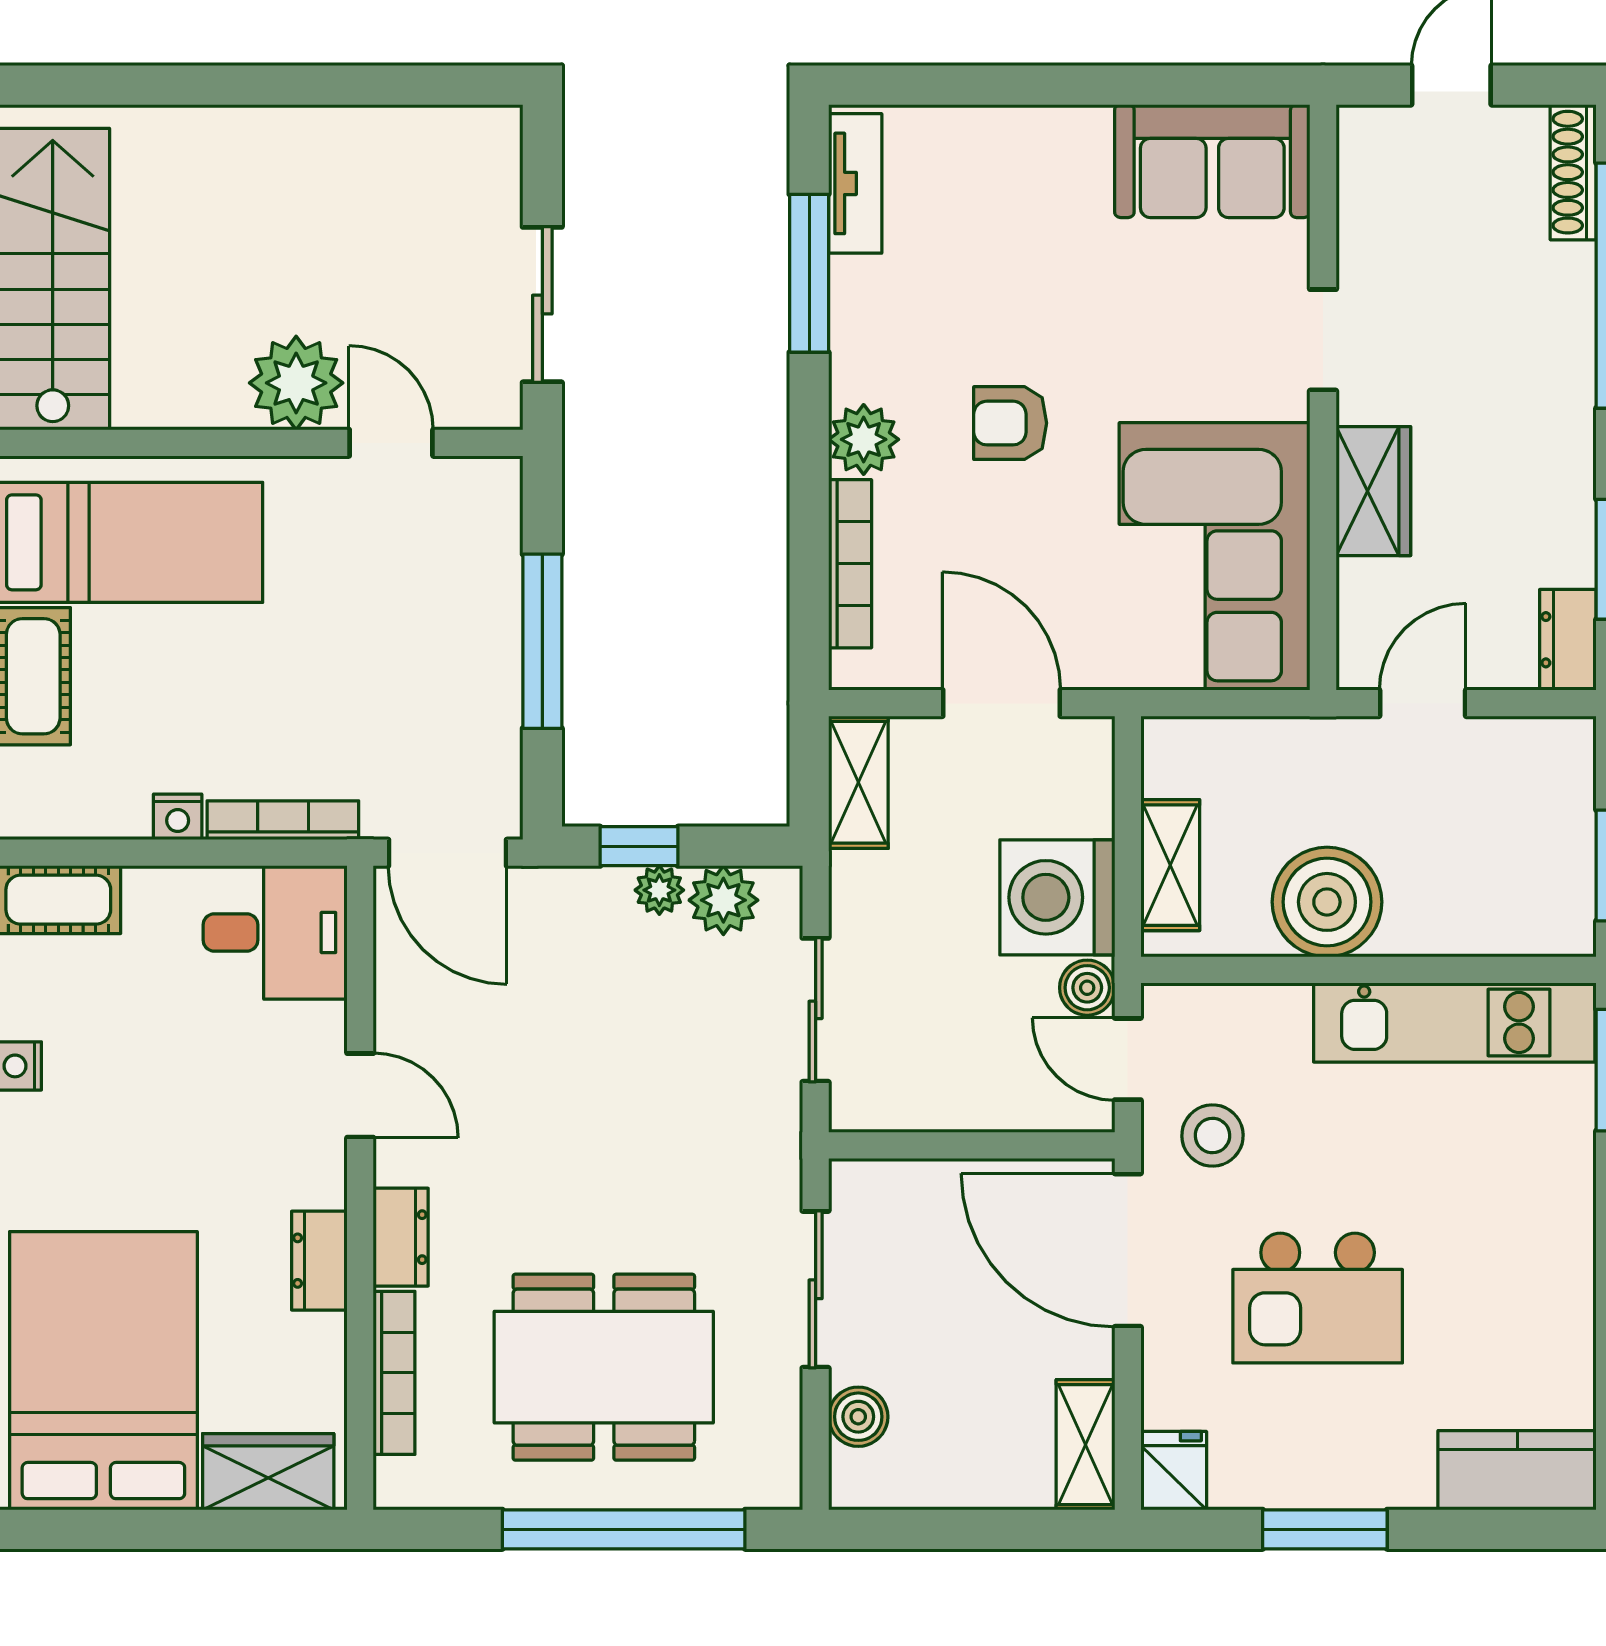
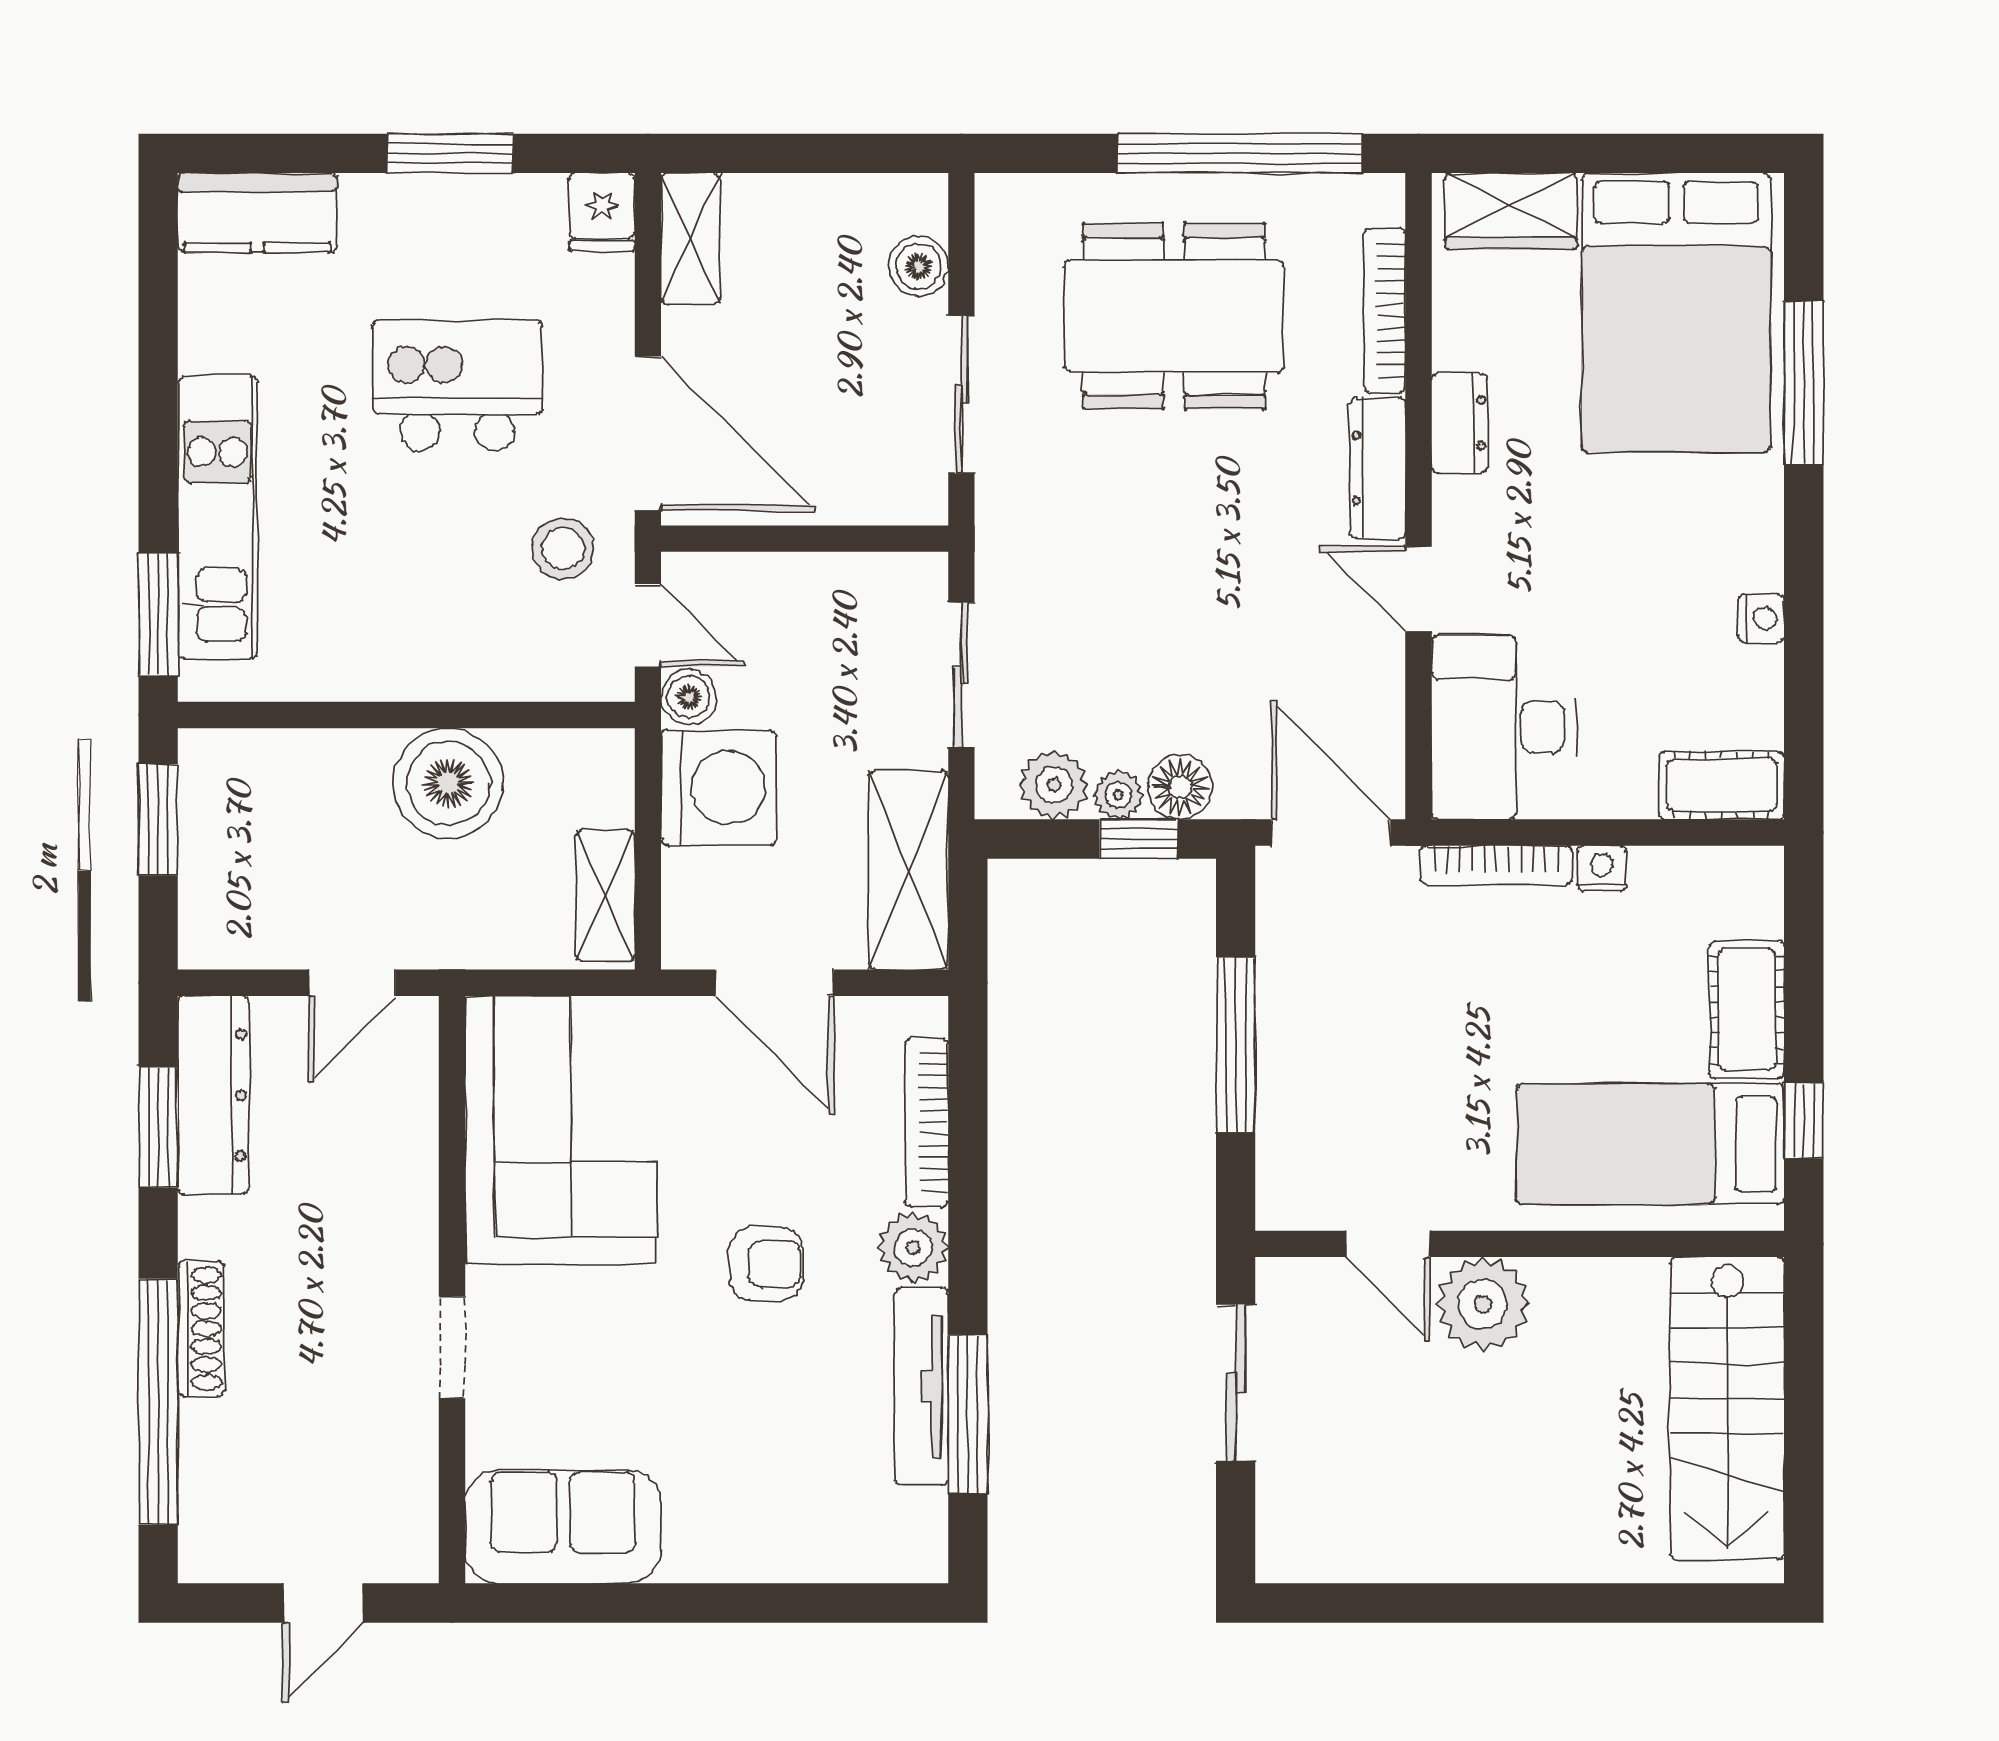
shoe rack: (1573, 172) -> (201, 1329), moved
tv unit: (855, 183) -> (922, 1386), moved, width x1.41
wardrobe: (1373, 491) -> (401, 1195), removed
dresser: (1568, 640) -> (213, 1095), width x1.96, depth x1.24
shelving: (858, 782) -> (908, 870), width x1.50, depth x1.33
shelving: (1170, 865) -> (605, 896), moved
floor lamp: (598, 898) -> (1180, 787), added
desk: (275, 932) -> (1504, 727), width x1.37
kitchen unit: (1454, 1022) -> (218, 517), moved, turned 90
dresser: (401, 1237) -> (1378, 468), width x1.44
window: (624, 1529) -> (1240, 153), moved

